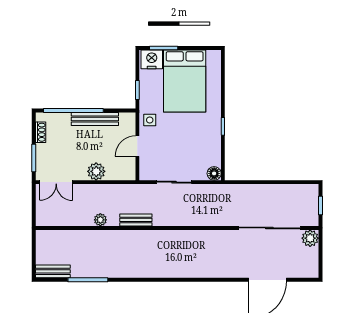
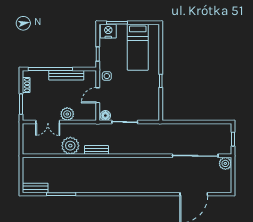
bed: (185, 81) -> (138, 47), width x0.67
floor lamp: (214, 173) -> (105, 116), moved
double door: (56, 182) -> (48, 122), moved
plant: (100, 220) -> (70, 146), width x1.88, depth x1.88

